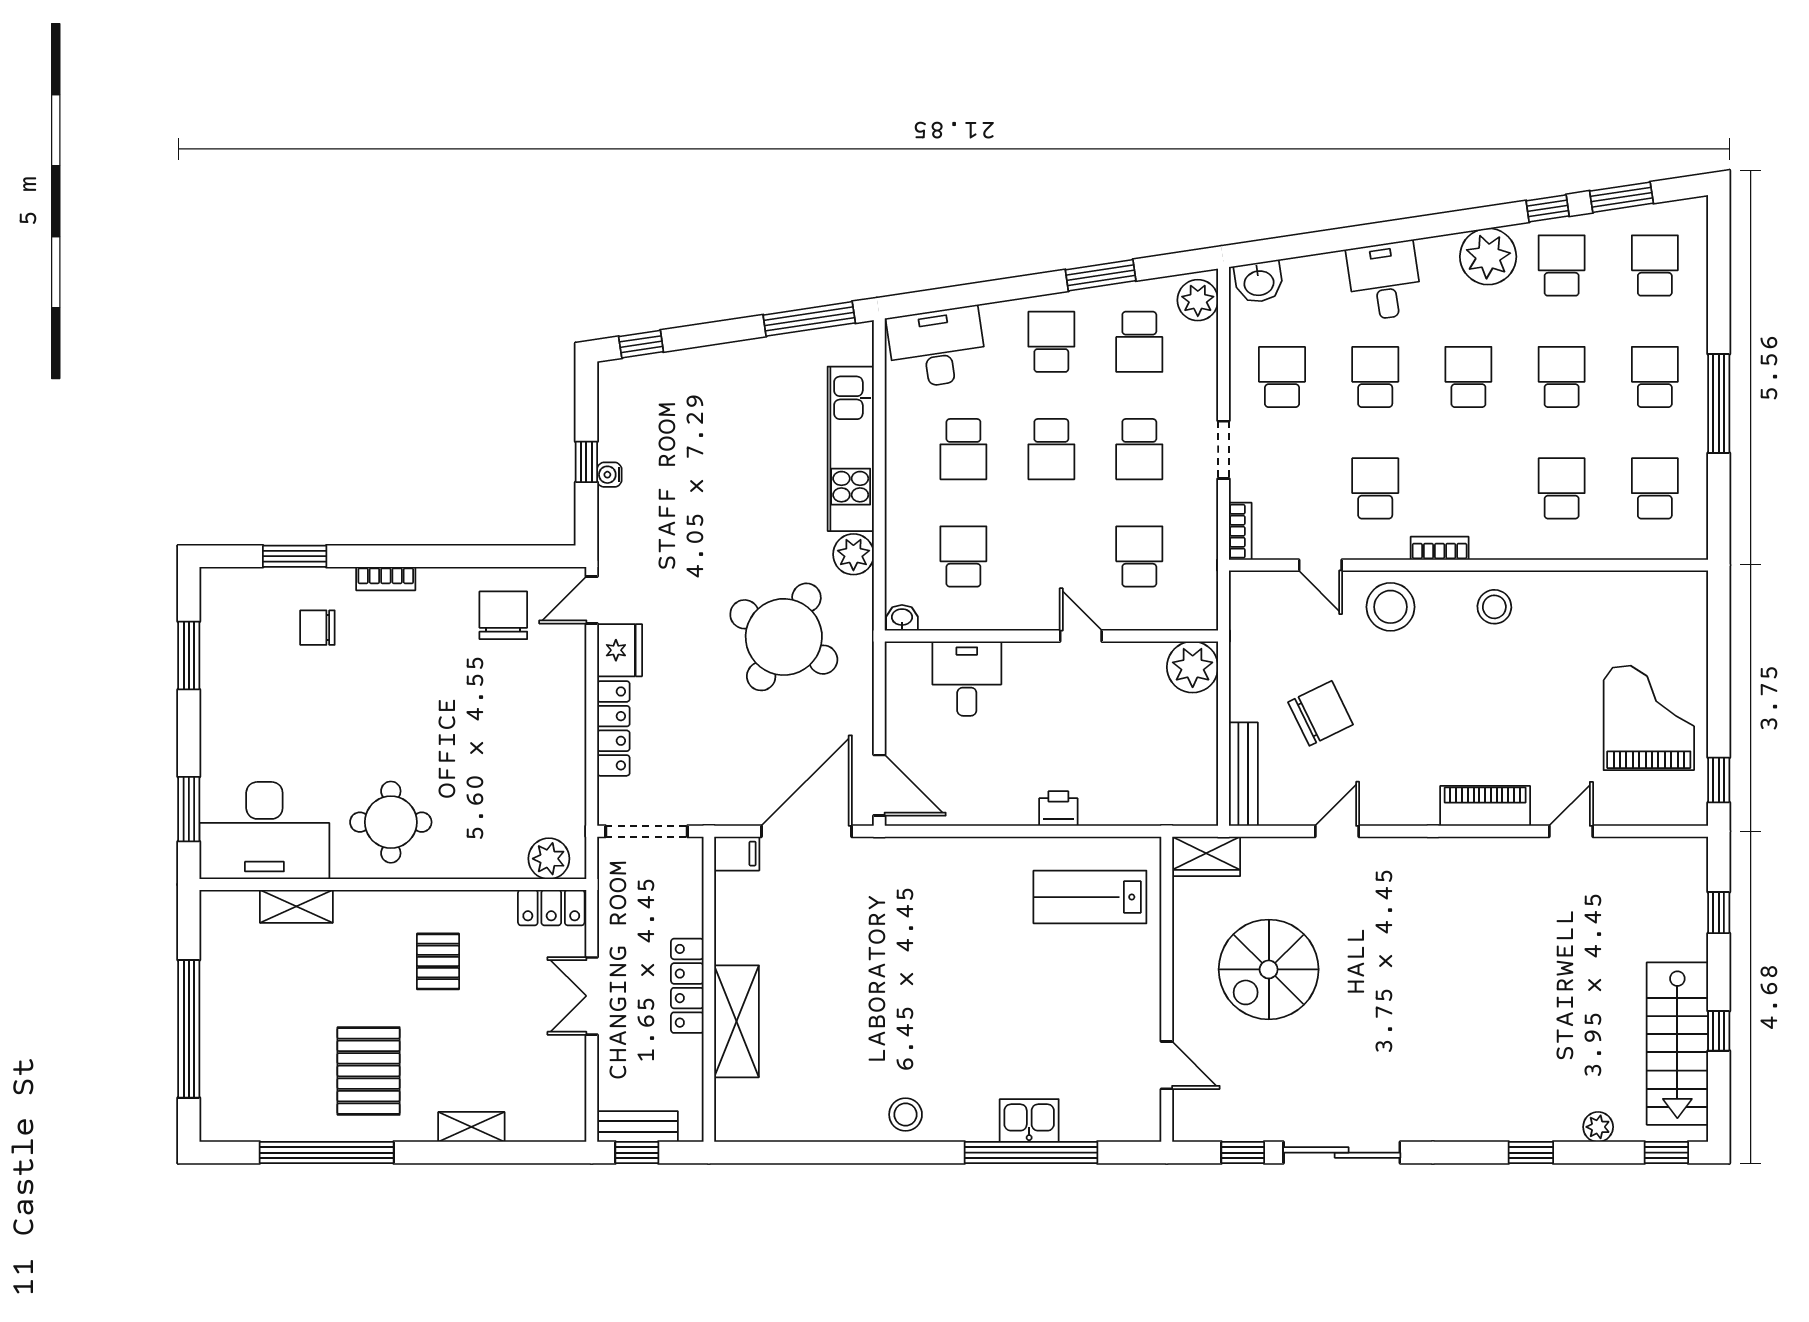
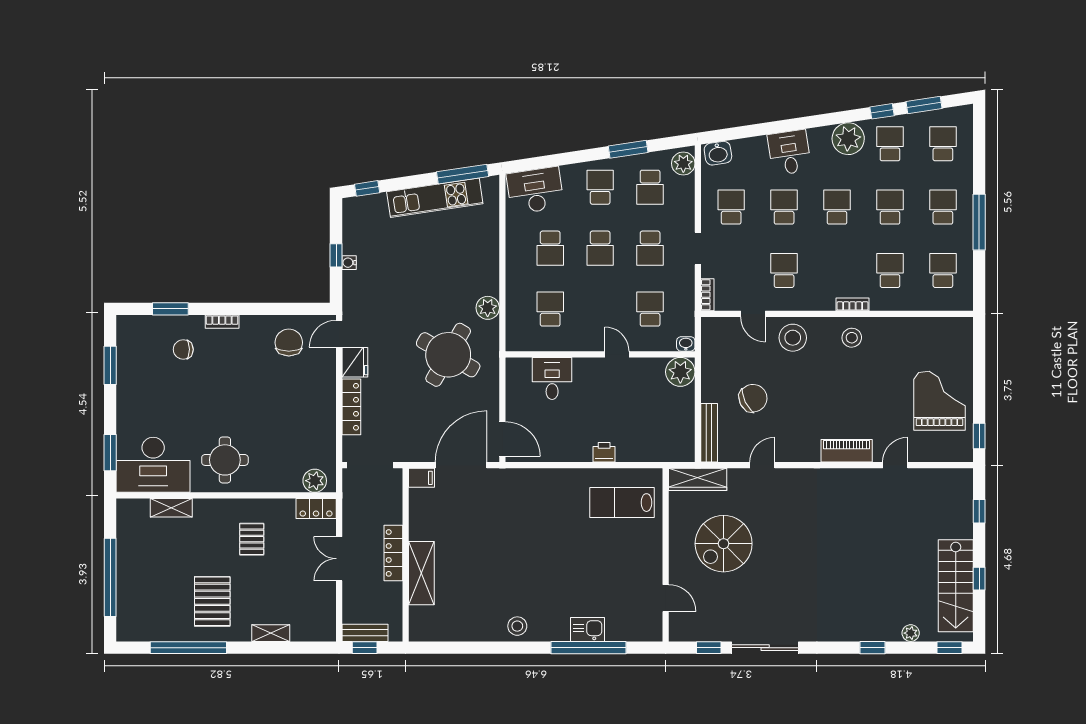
kitchen unit: (851, 449) -> (435, 198), moved, turned -99
bookcase: (1440, 548) -> (853, 304), moved
washbasin: (902, 618) -> (686, 344), moved
wardrobe: (1206, 856) -> (698, 479), width x1.50

